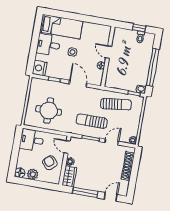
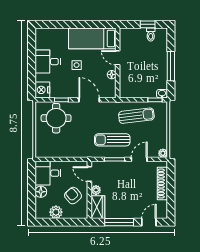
bed: (61, 27) -> (92, 38), moved, turned 180
window: (153, 67) -> (171, 66), width x0.68
round table: (49, 111) -> (56, 118), moved
floor lamp: (20, 173) -> (41, 192), moved

